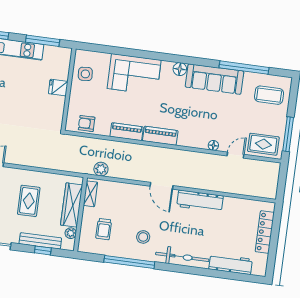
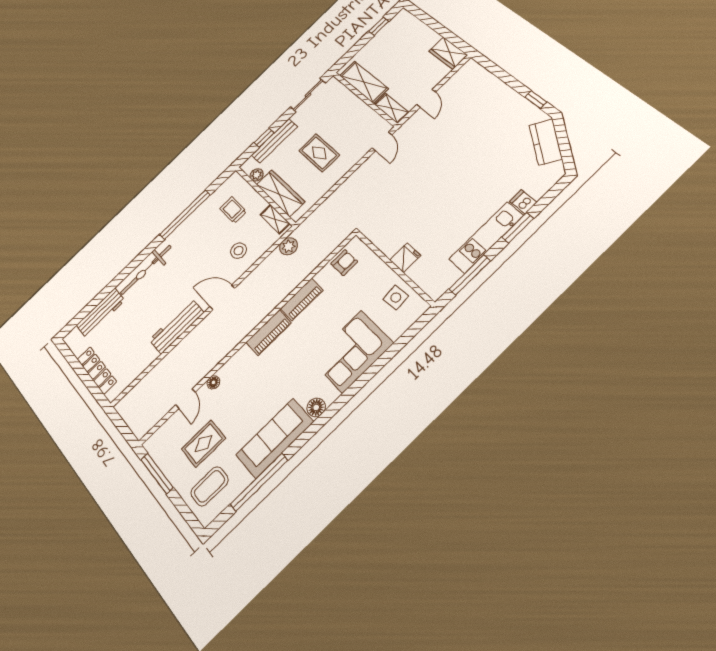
rug: (263, 144) -> (203, 444), moved
stool: (143, 237) -> (239, 251), moved

